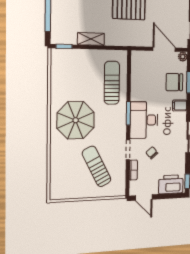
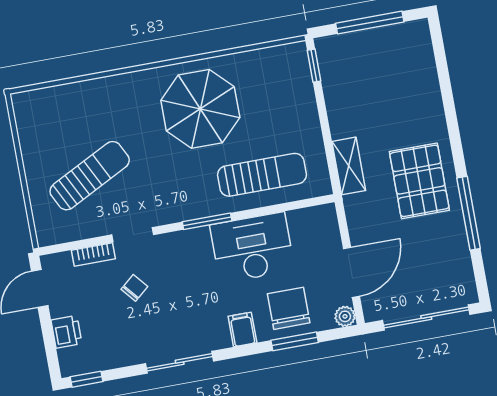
shelving: (91, 39) -> (349, 166), moved
parasol: (76, 120) -> (200, 109), moved
desk: (144, 120) -> (252, 248), moved
printer: (171, 184) -> (66, 332), width x0.53, depth x0.68

